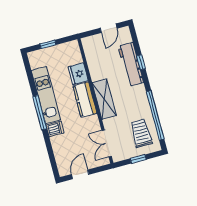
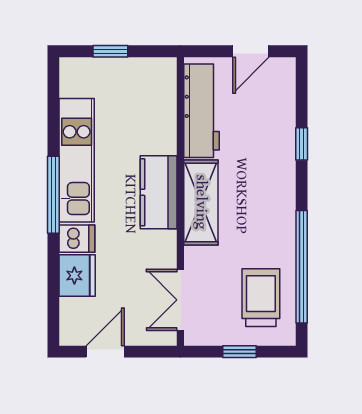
workbench: (131, 64) -> (201, 111), moved, turned 180
fridge: (78, 74) -> (77, 276), moved, turned 180

